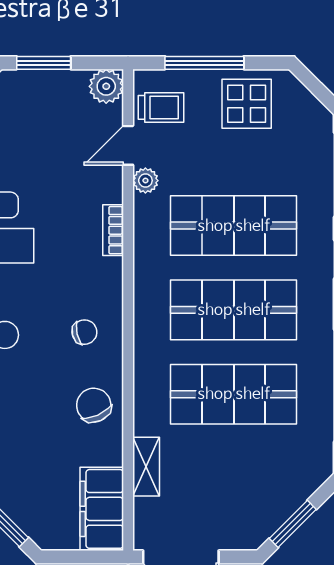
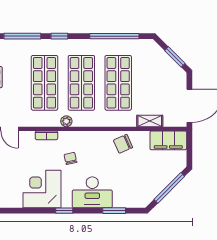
plant: (145, 181) -> (66, 121), moved
chair: (84, 332) -> (70, 158), moved

